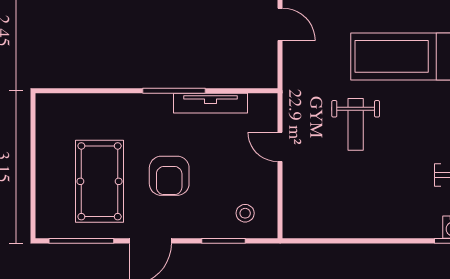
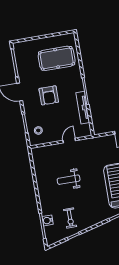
weight bench: (356, 124) -> (69, 180), moved
armchair: (169, 176) -> (49, 95), turned -90
pool table: (100, 181) -> (57, 58), moved

